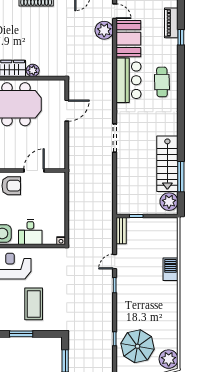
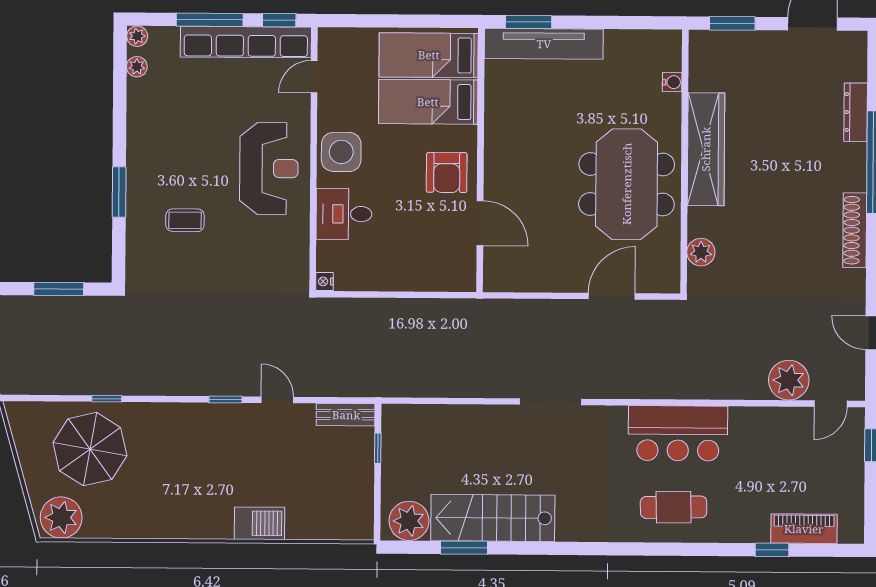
booth: (128, 39) -> (770, 434), removed
plant: (33, 70) -> (701, 252), moved
door: (67, 111) -> (612, 296), swing flipped
window: (181, 177) -> (464, 548), width x0.69
coffee table: (34, 304) -> (185, 220), width x0.54, depth x0.58

